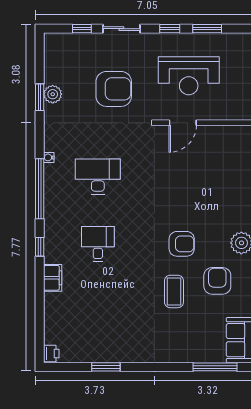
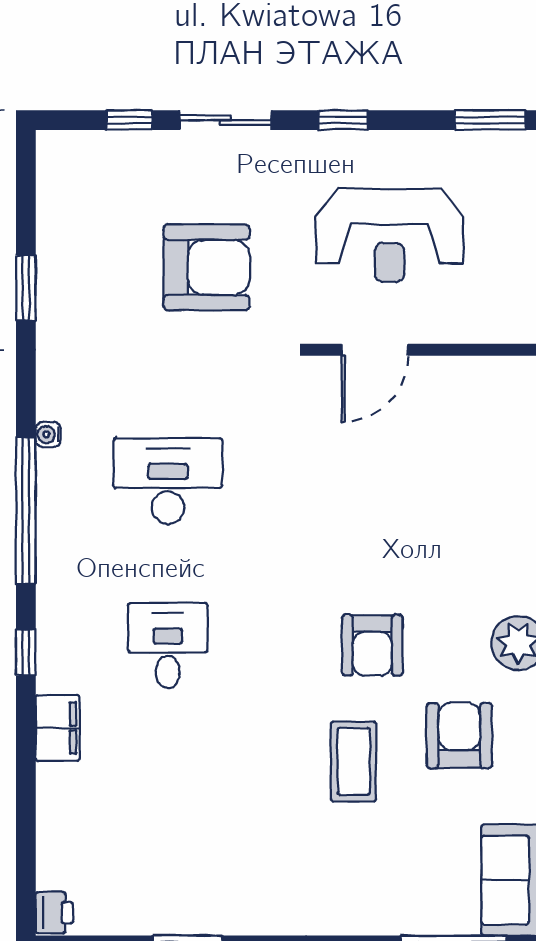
window: (207, 29) -> (490, 120), moved
plant: (53, 94) -> (58, 280), removed
armchair: (182, 244) -> (372, 645), turned 90

